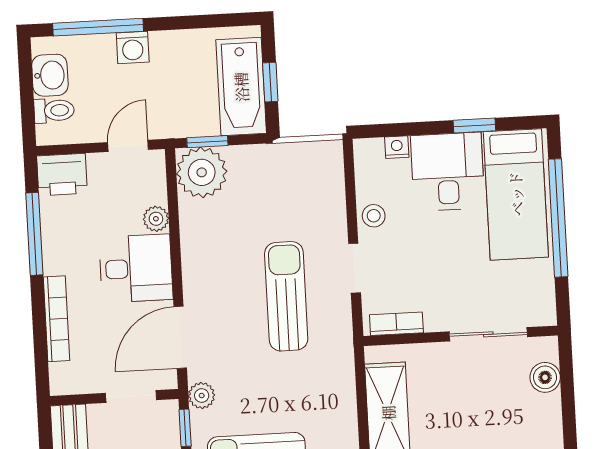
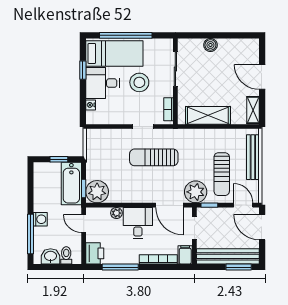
bathtub: (241, 87) -> (71, 184), moved, turned 90
stool: (374, 216) -> (139, 82), moved, width x1.89, depth x1.89
boiler: (545, 377) -> (210, 45), moved
filing cabinet: (70, 379) -> (185, 255), added
plant: (202, 396) -> (196, 192), width x1.87, depth x1.87

